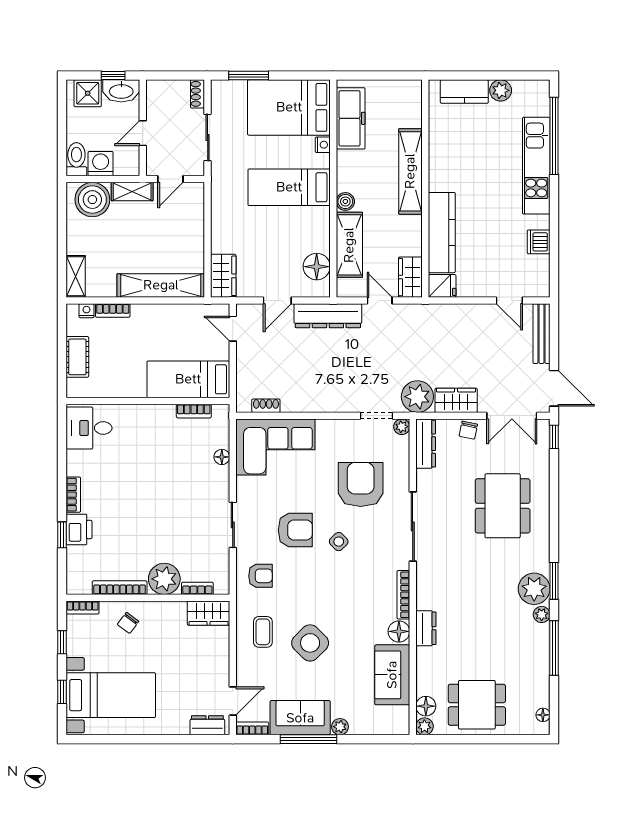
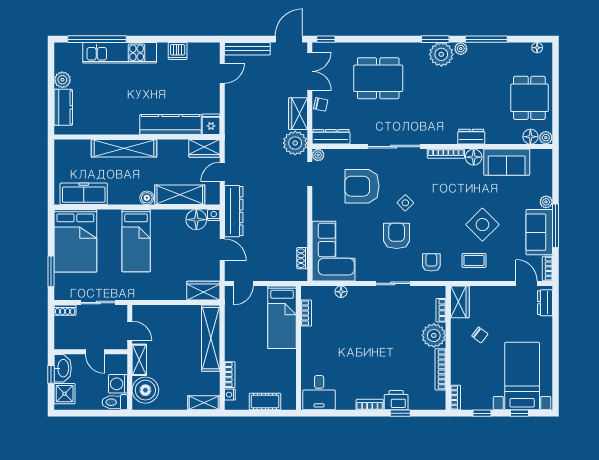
nightstand: (323, 145) -> (214, 215), moved
chair: (128, 623) -> (480, 335), moved

